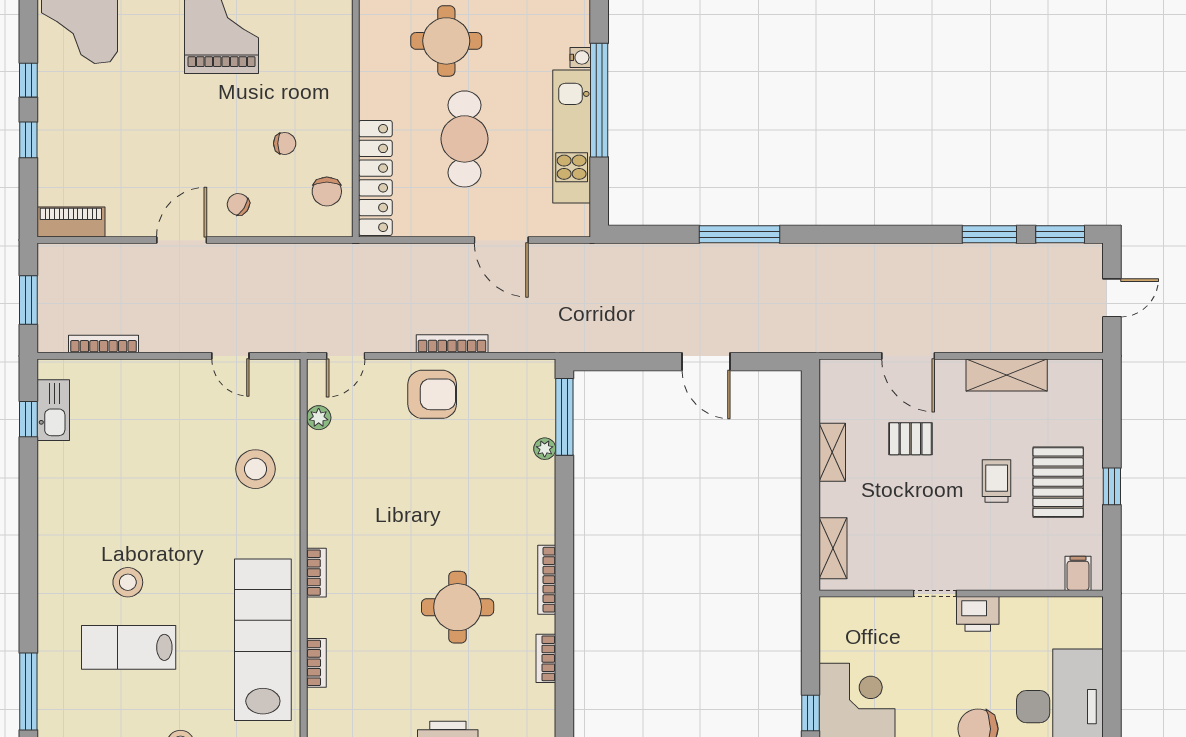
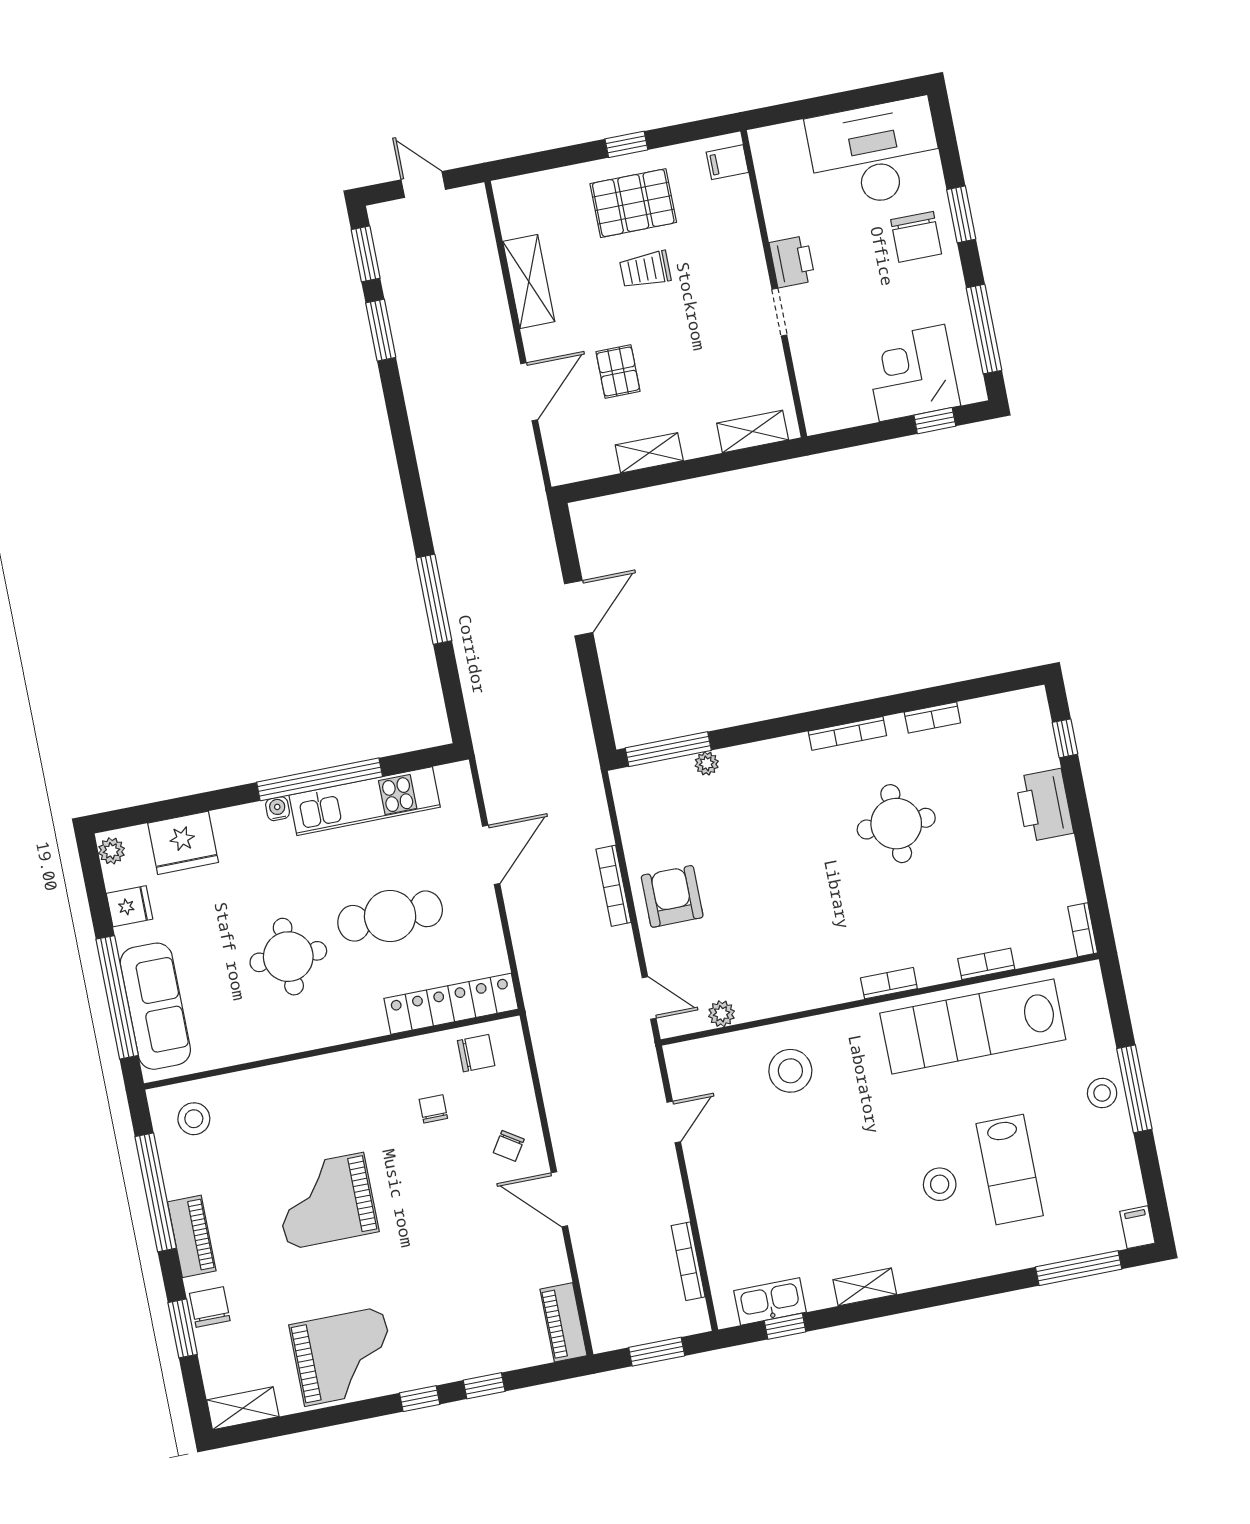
shelving: (49, 497) -> (865, 1287), added

